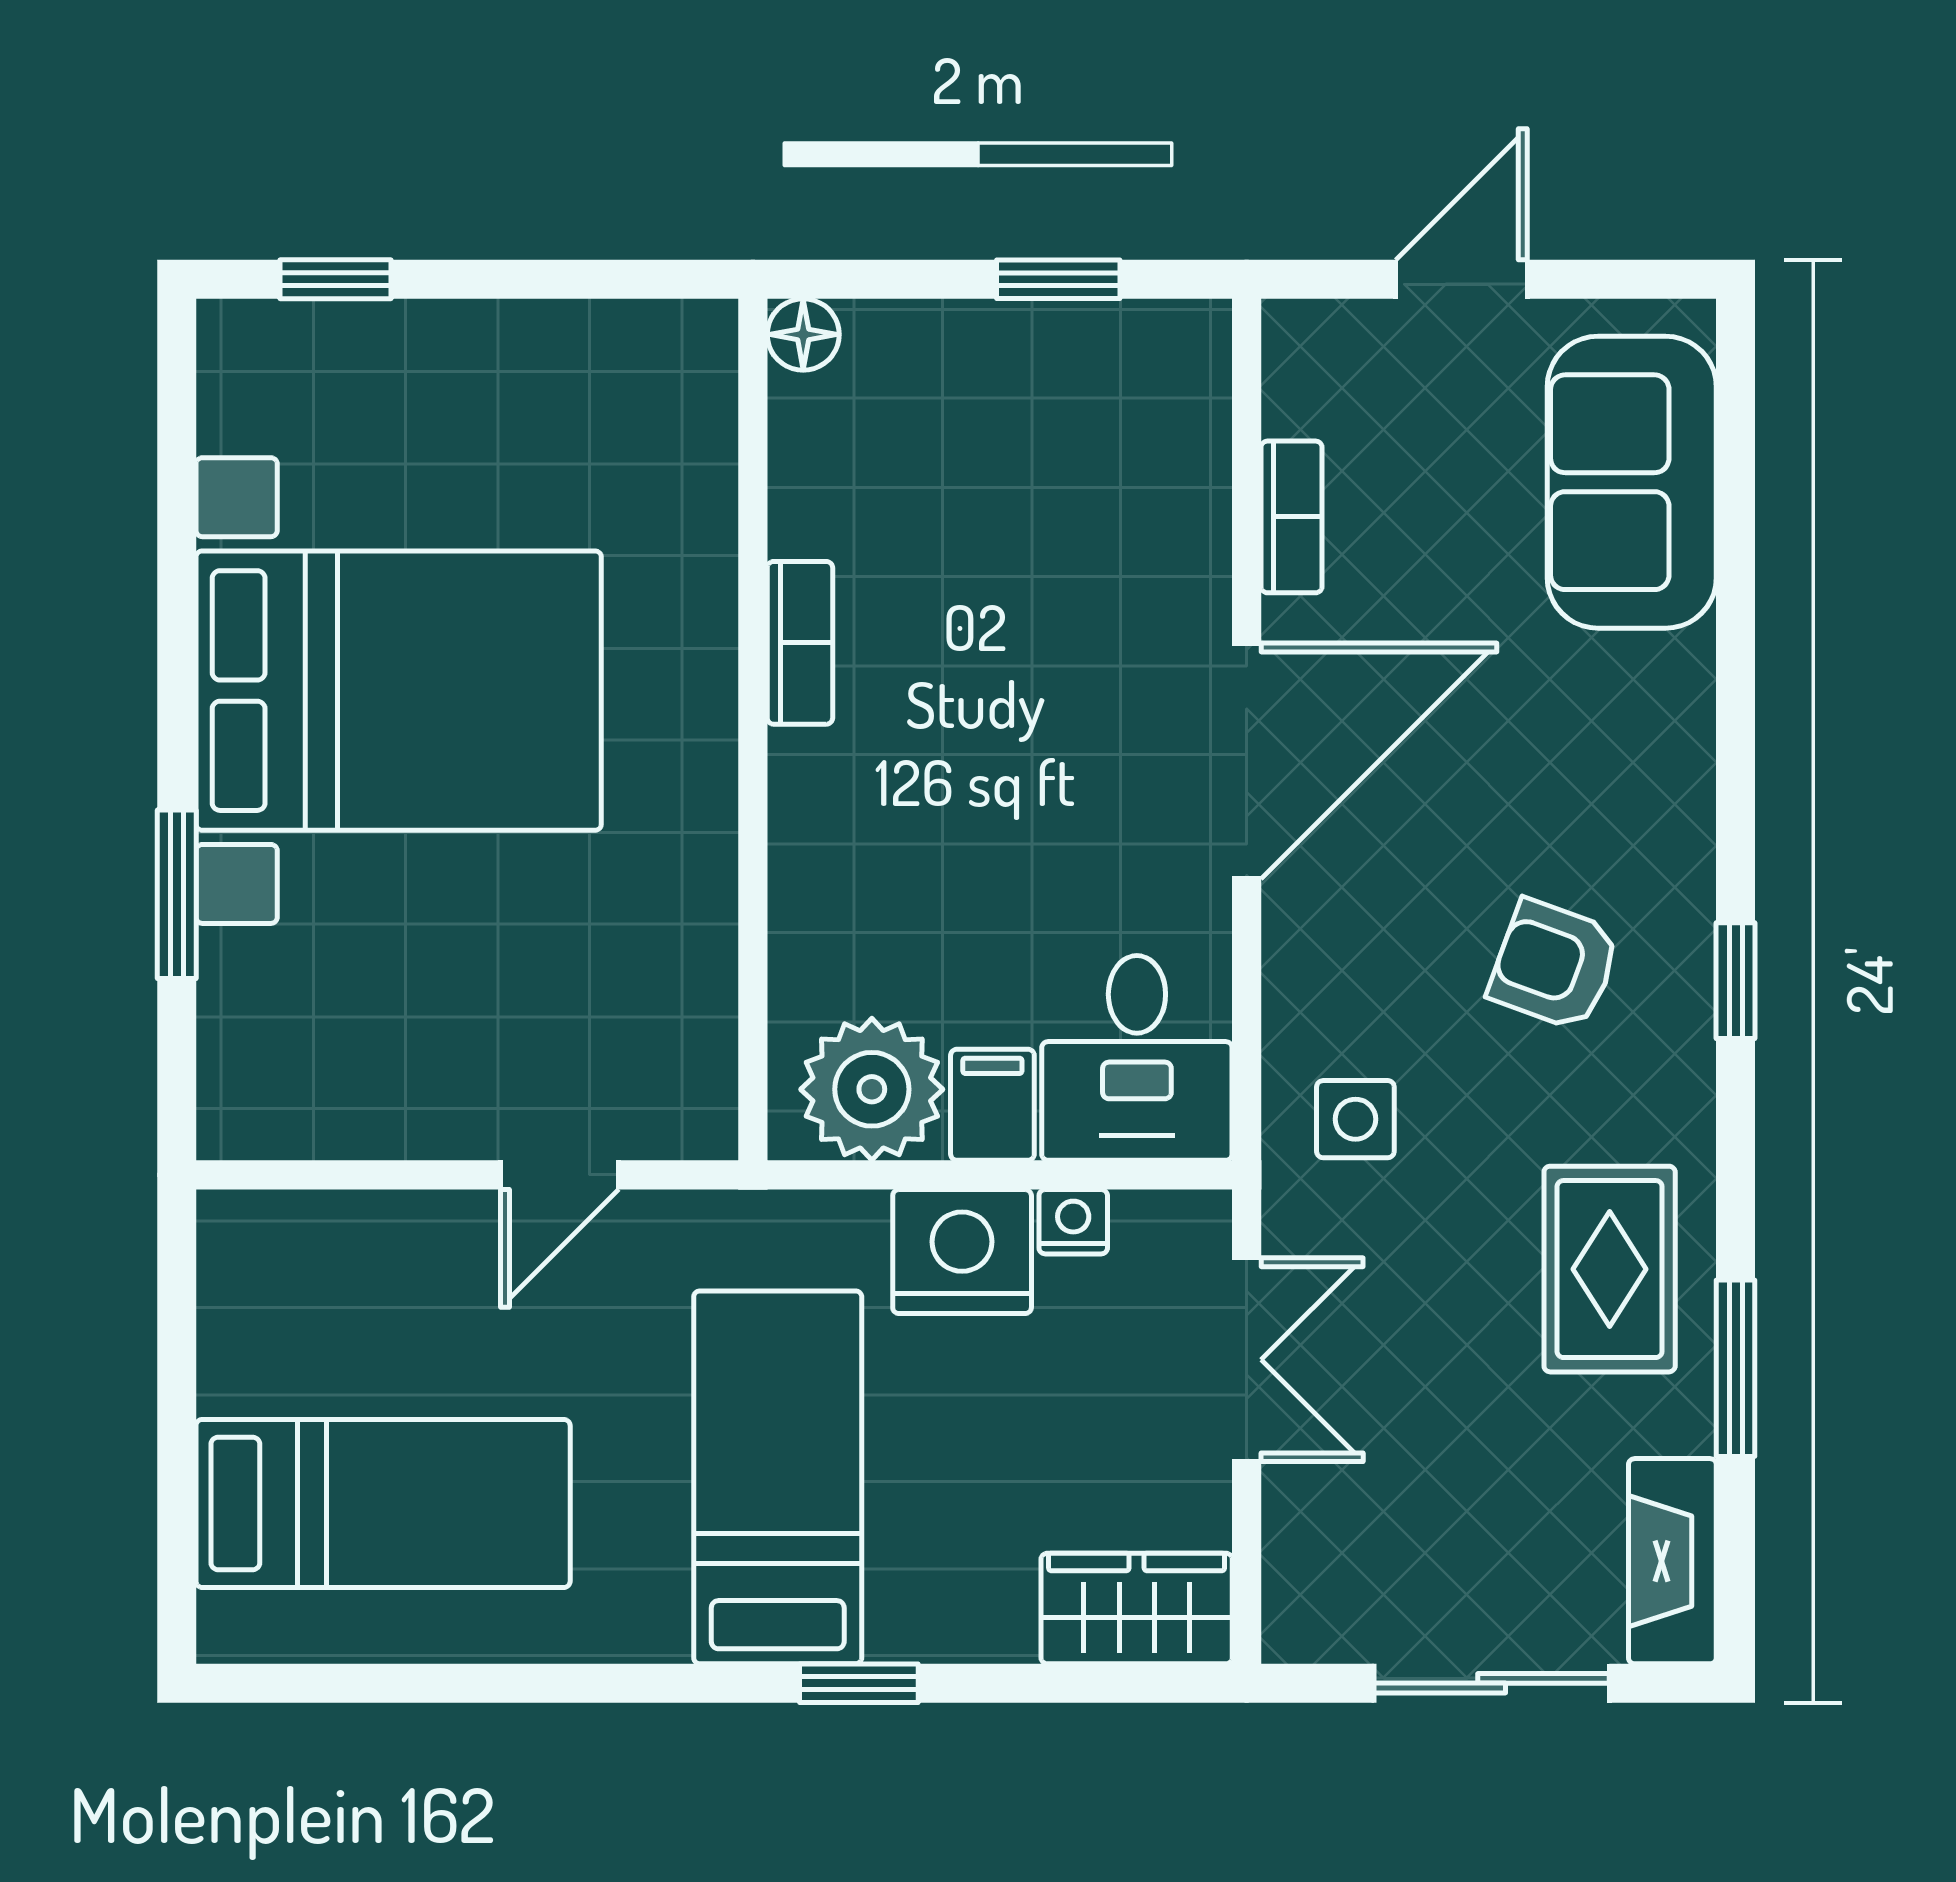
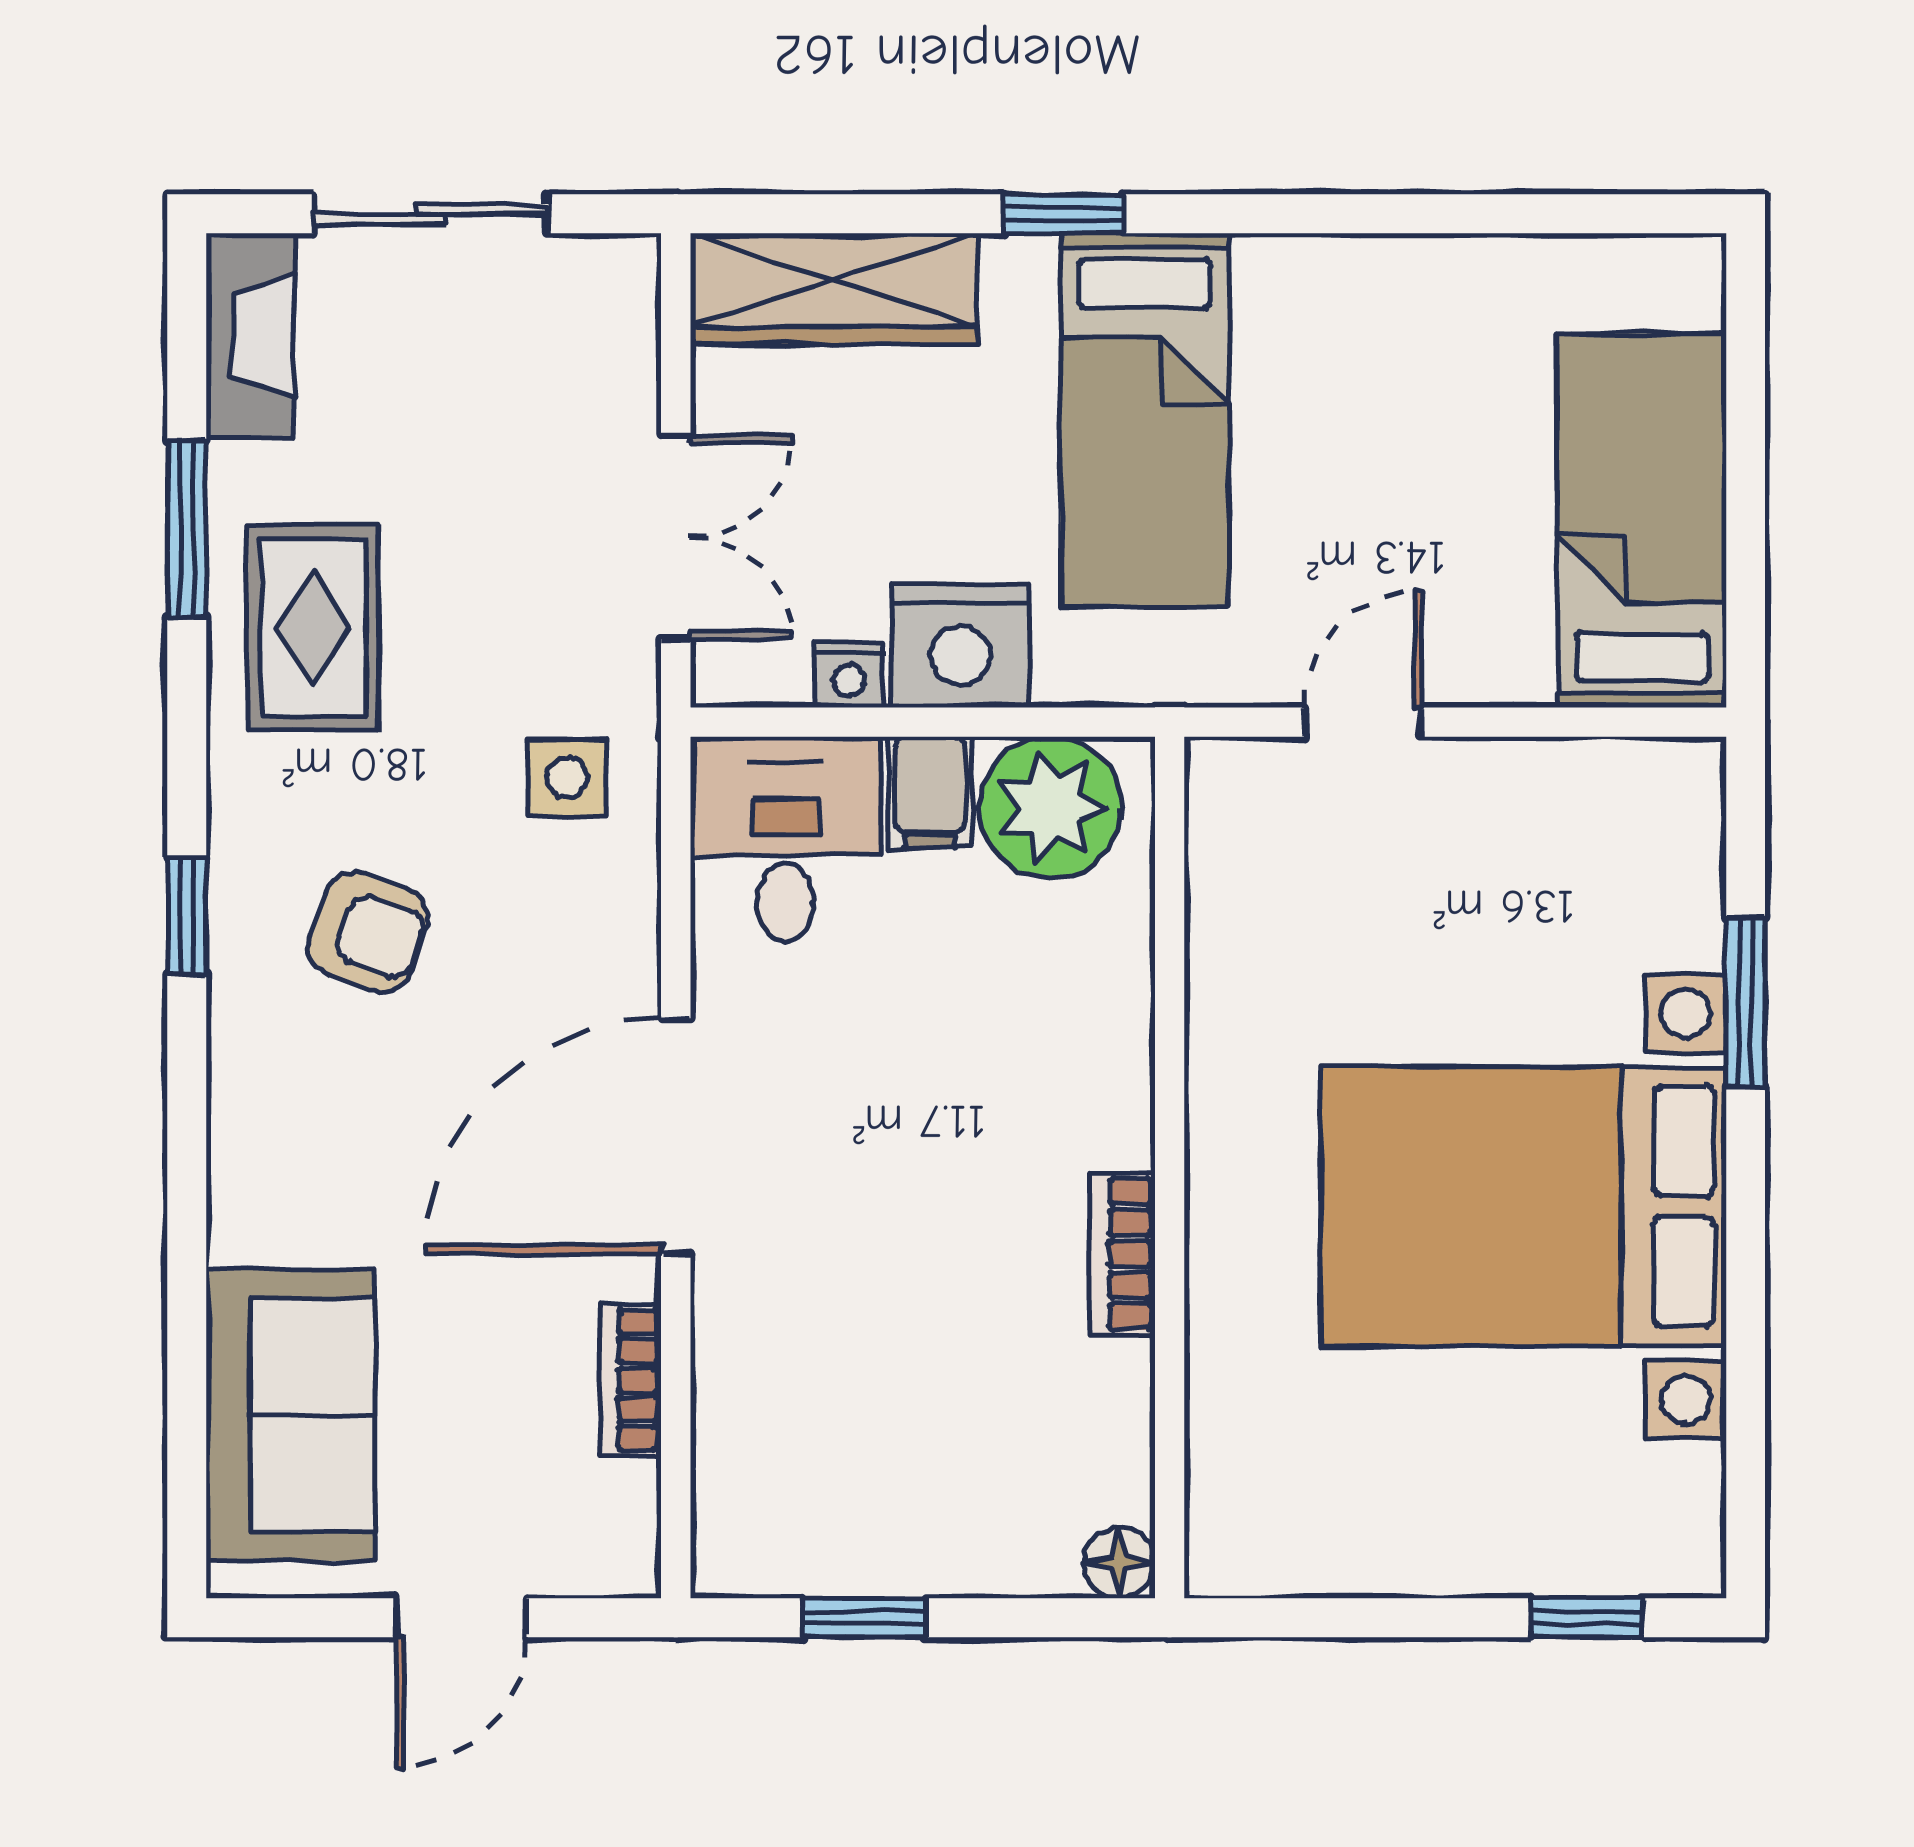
double door: (1247, 1360) -> (676, 537), swing flipped
bed: (383, 1503) -> (1642, 521), moved, turned 90
wardrobe: (1137, 1608) -> (834, 288), width x1.50

